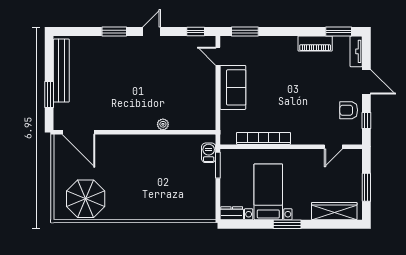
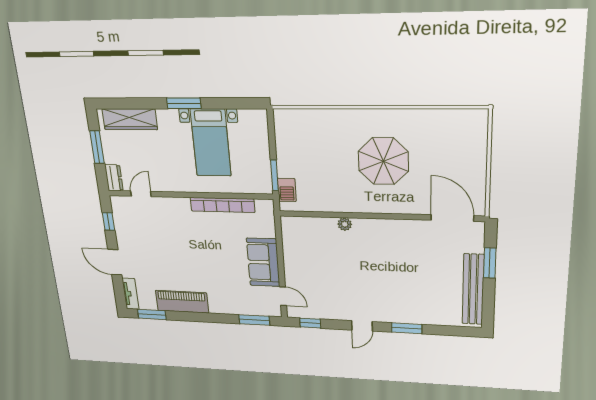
piano: (315, 43) -> (182, 302), width x1.37, depth x1.33
armchair: (349, 110) -> (130, 233), removed
parasol: (86, 199) -> (383, 161), moved
dresser: (232, 213) -> (114, 178), moved, turned -90

